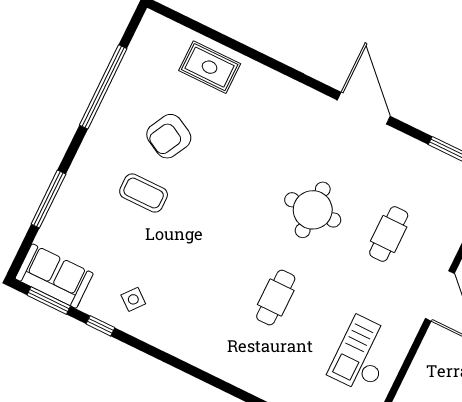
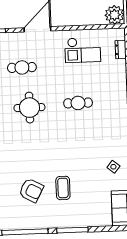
window: (48, 199) -> (72, 230), moved

